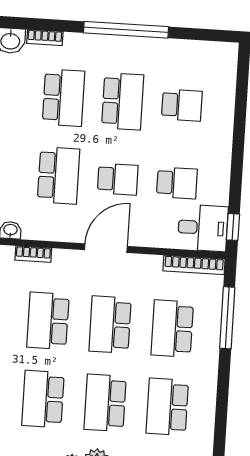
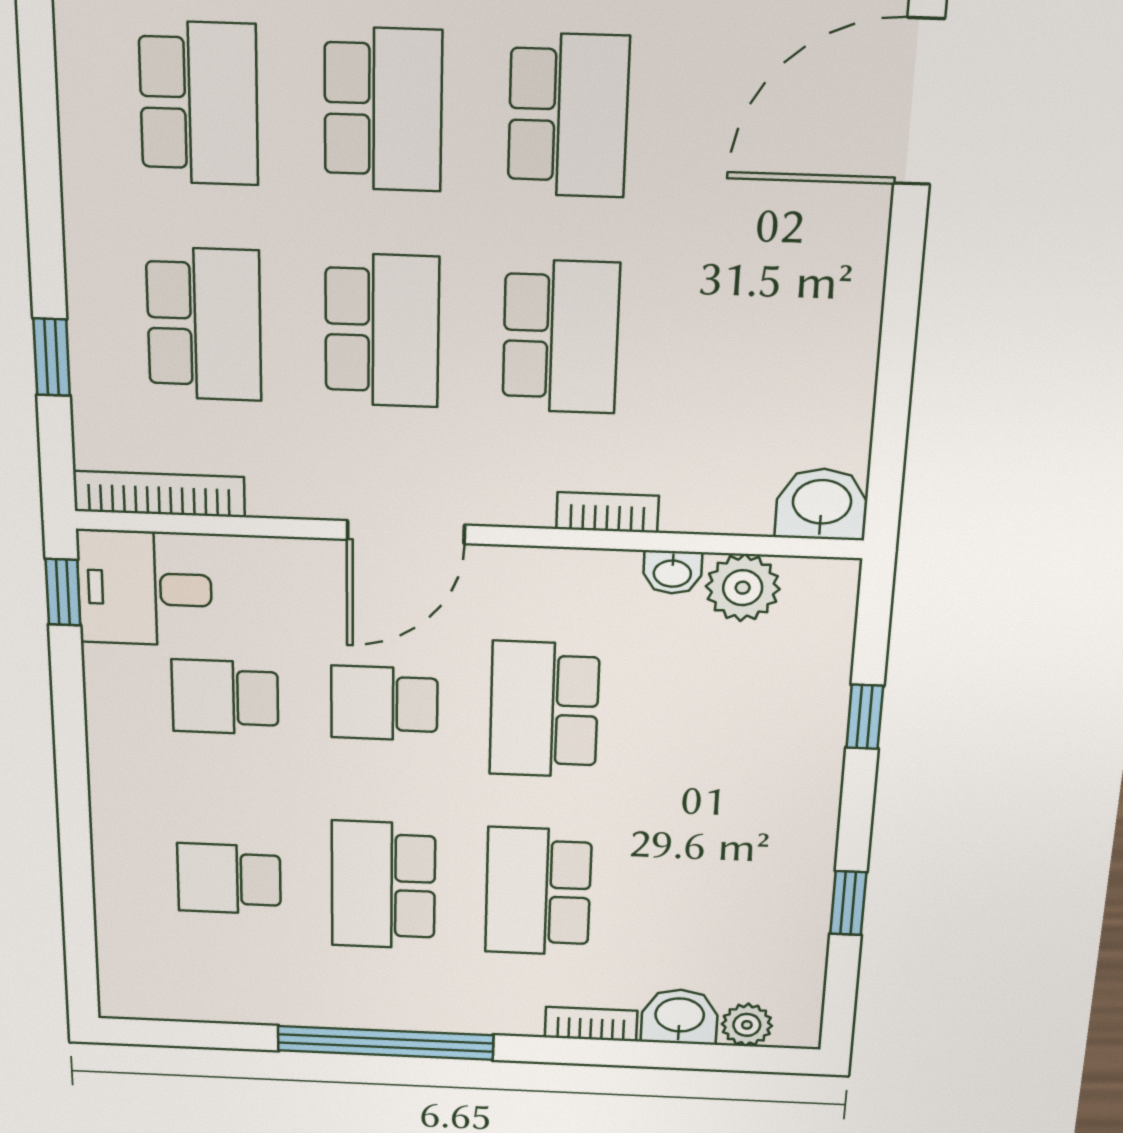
window: (227, 318) -> (52, 357), width x0.46

